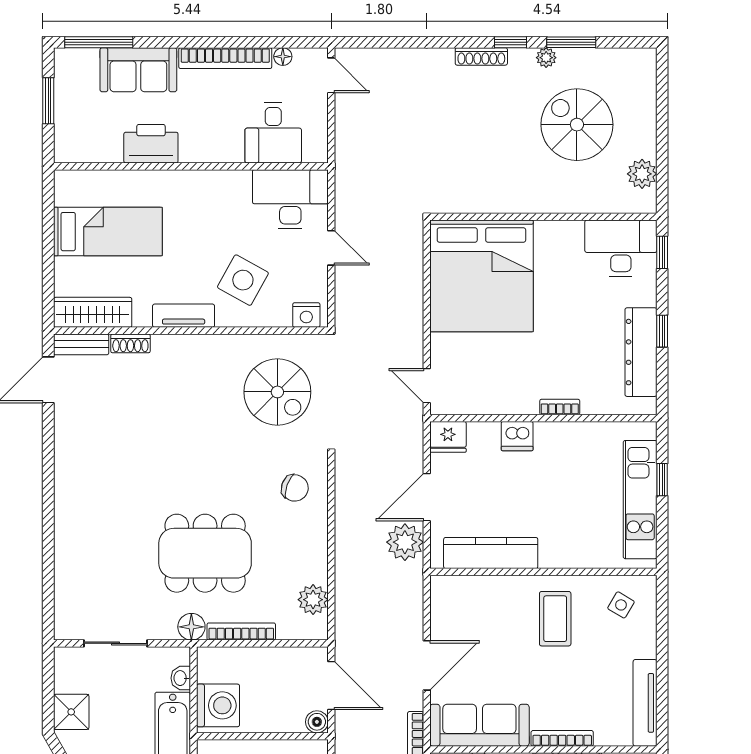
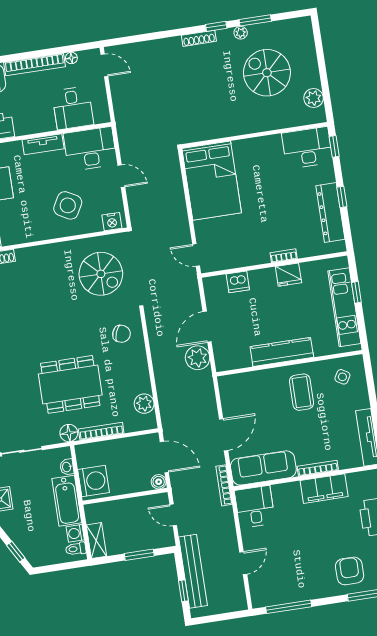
bed: (481, 276) -> (212, 181), width x0.73
tv unit: (184, 316) -> (43, 144), moved, turned 180
dishwasher: (517, 436) -> (238, 282), moved
fridge: (448, 437) -> (288, 275), moved
kitchen counter: (491, 553) -> (282, 352), moved

